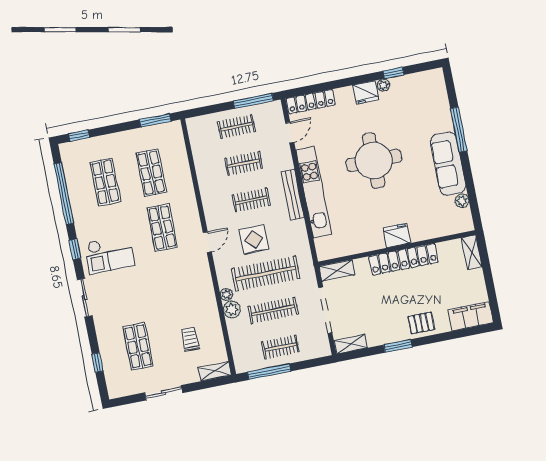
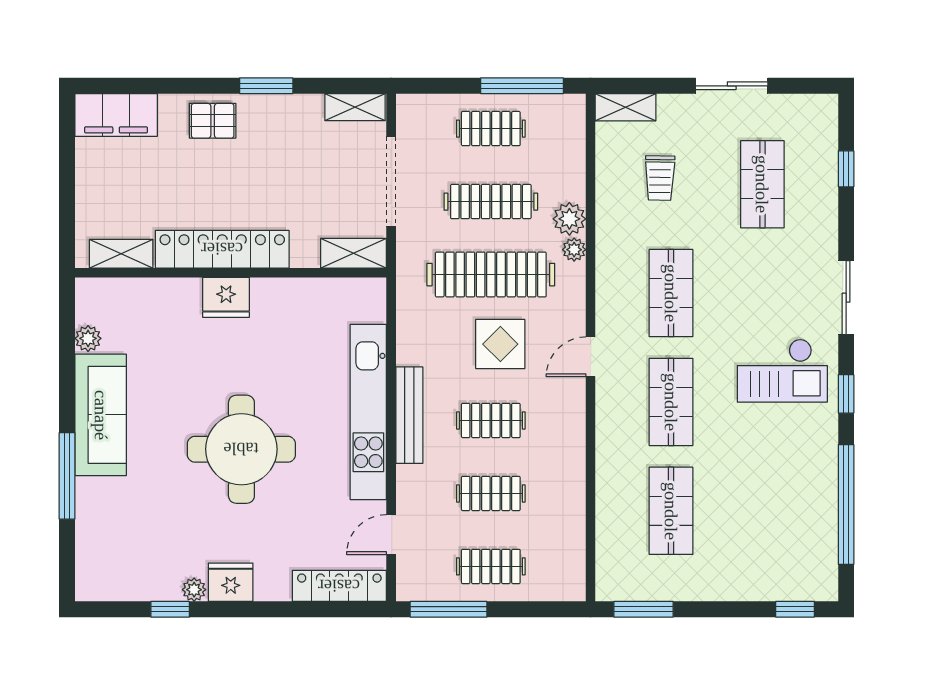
shop shelf: (105, 182) -> (671, 293), moved
shelving: (472, 252) -> (121, 254), moved, turned 90
checkout: (109, 254) -> (782, 371), turned 180

